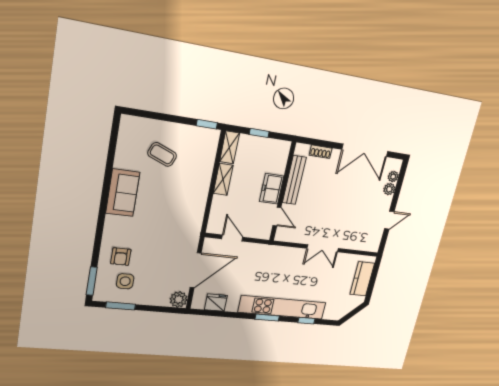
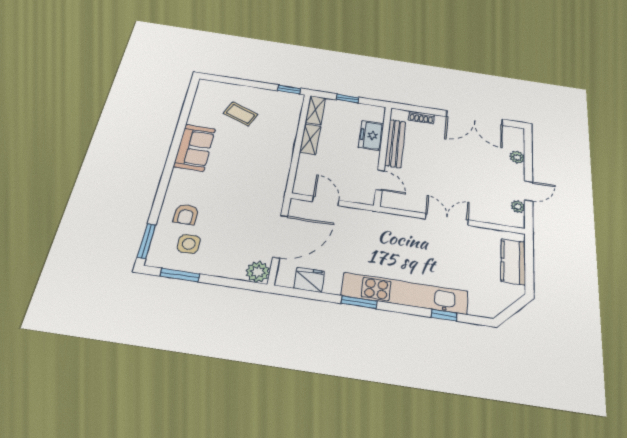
plant: (393, 177) -> (518, 207), moved
freezer: (272, 189) -> (371, 135), moved
double door: (323, 248) -> (447, 219), swing flipped
window: (267, 318) -> (359, 302), moved

